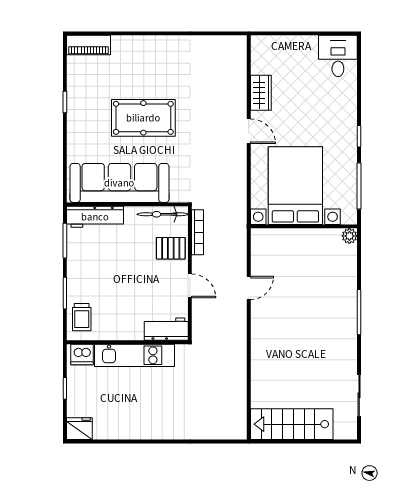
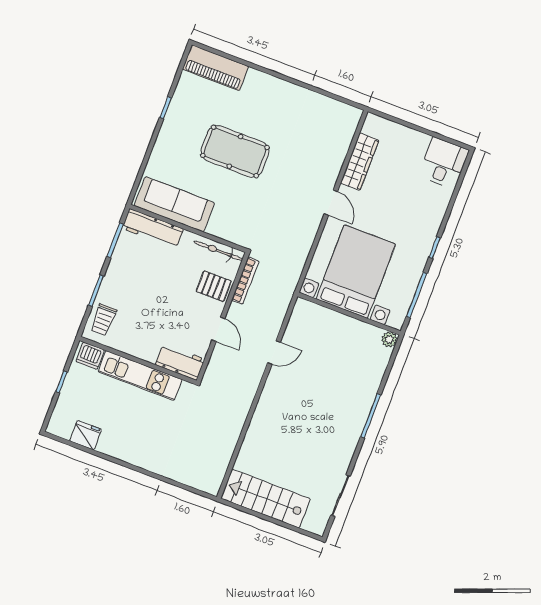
piano: (89, 45) -> (215, 68), width x1.37, depth x1.33
wardrobe: (261, 93) -> (360, 162), width x1.50
sofa: (119, 183) -> (174, 204), width x0.74, depth x0.79
fridge: (79, 429) -> (86, 435), moved

